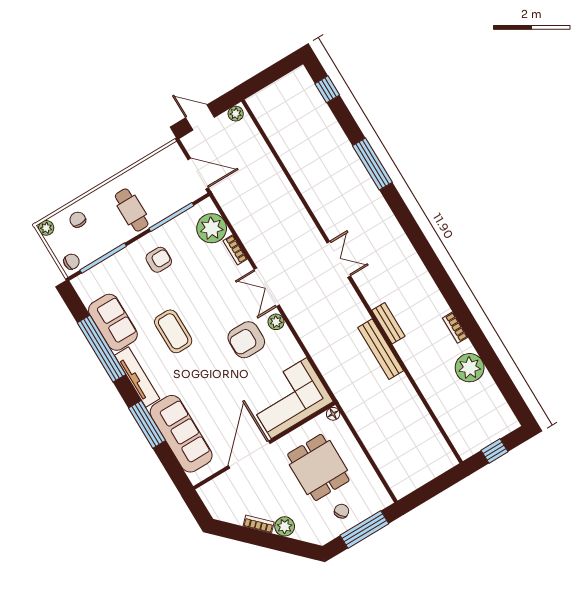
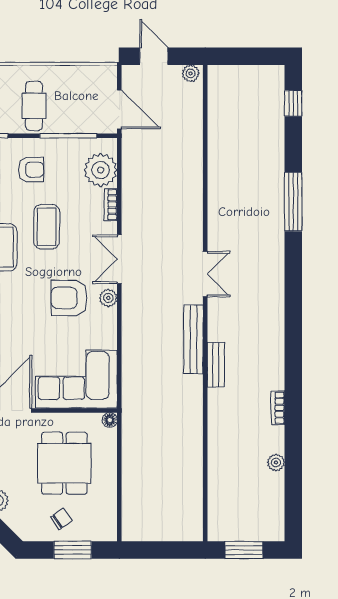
coffee table: (197, 296) -> (47, 227), added
bench: (381, 349) -> (193, 339), moved
plant: (470, 368) -> (276, 462), width x0.53, depth x0.53
window: (495, 451) -> (244, 550), width x1.50
window: (364, 530) -> (73, 550), width x0.69

